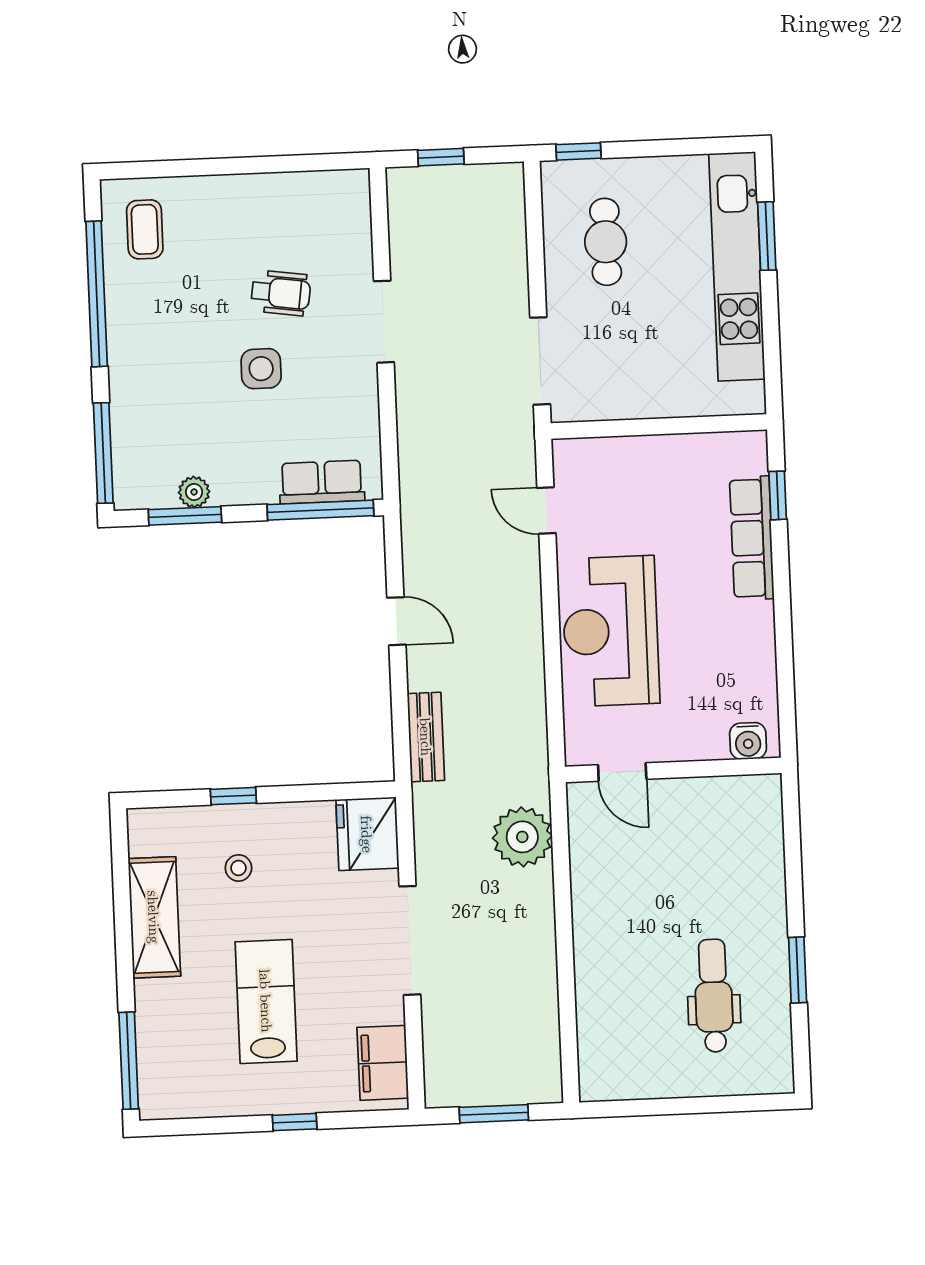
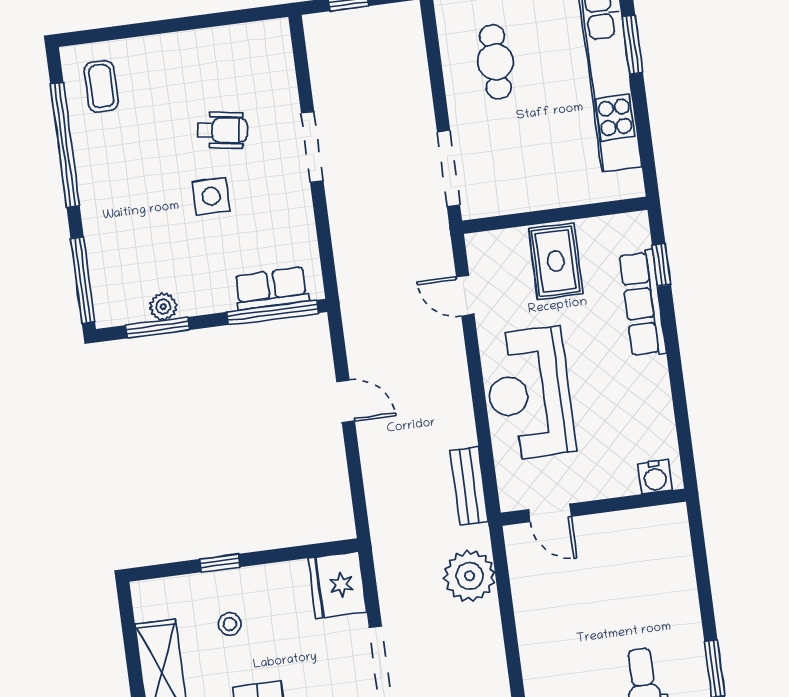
rug: (655, 480) -> (556, 261), added
bench: (426, 737) -> (469, 486), moved

